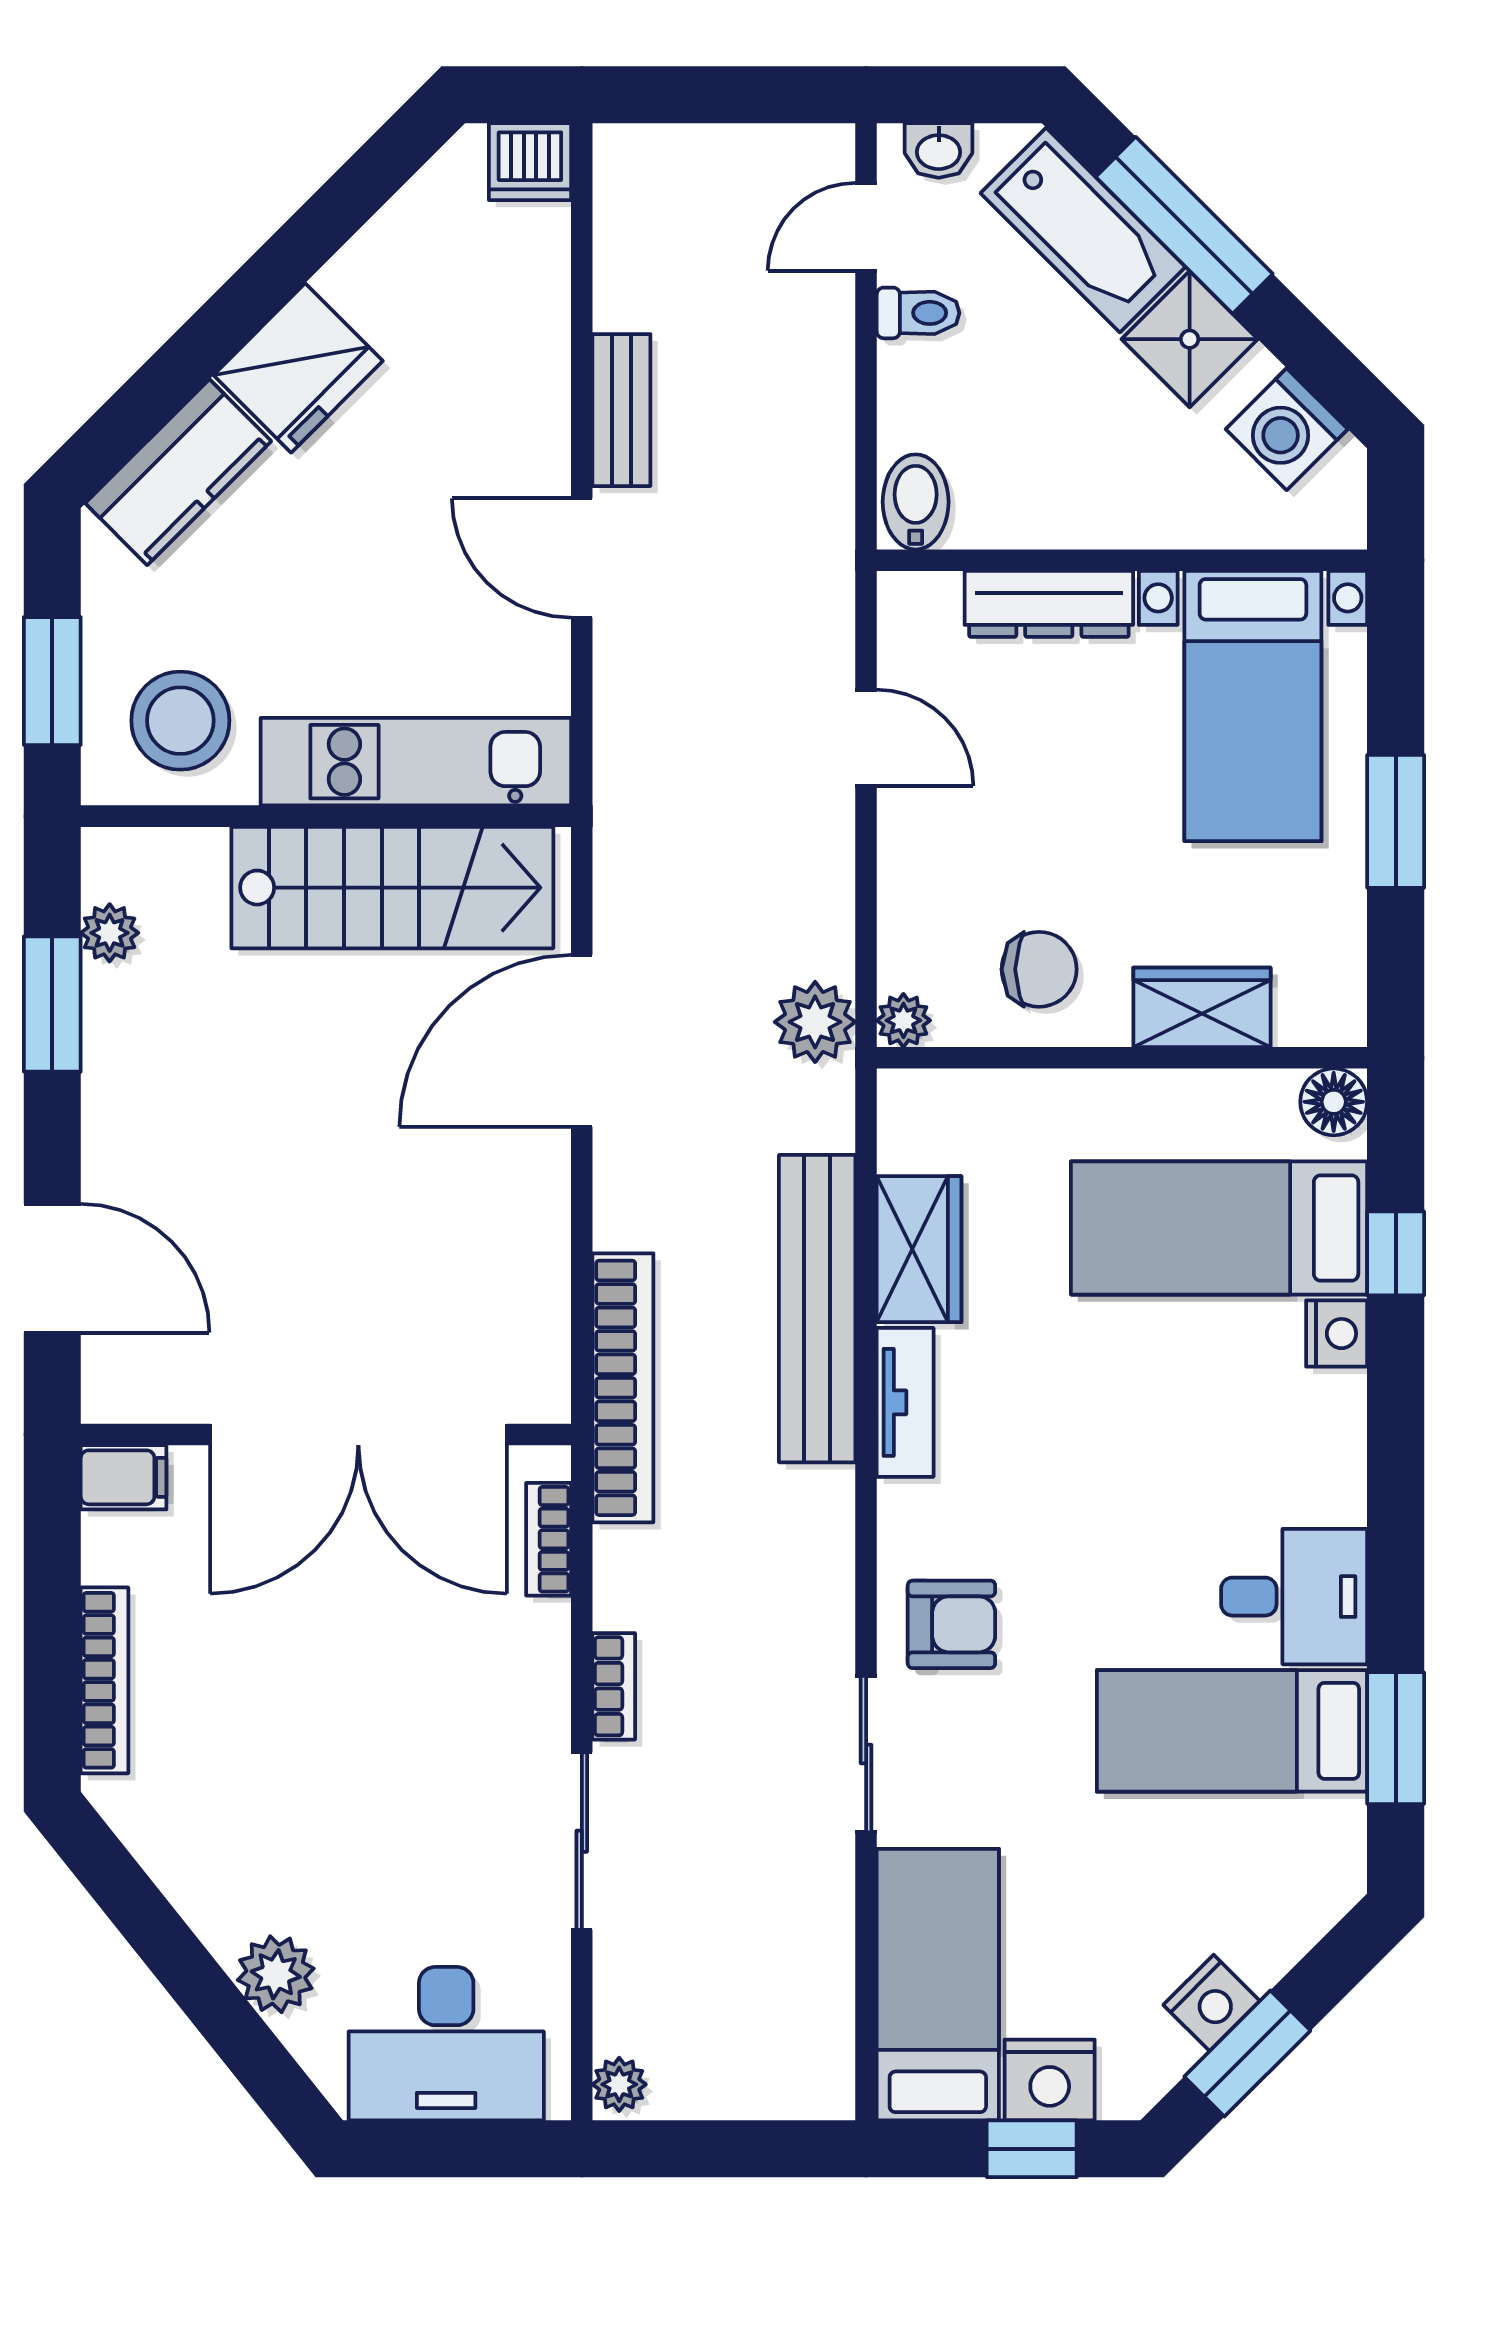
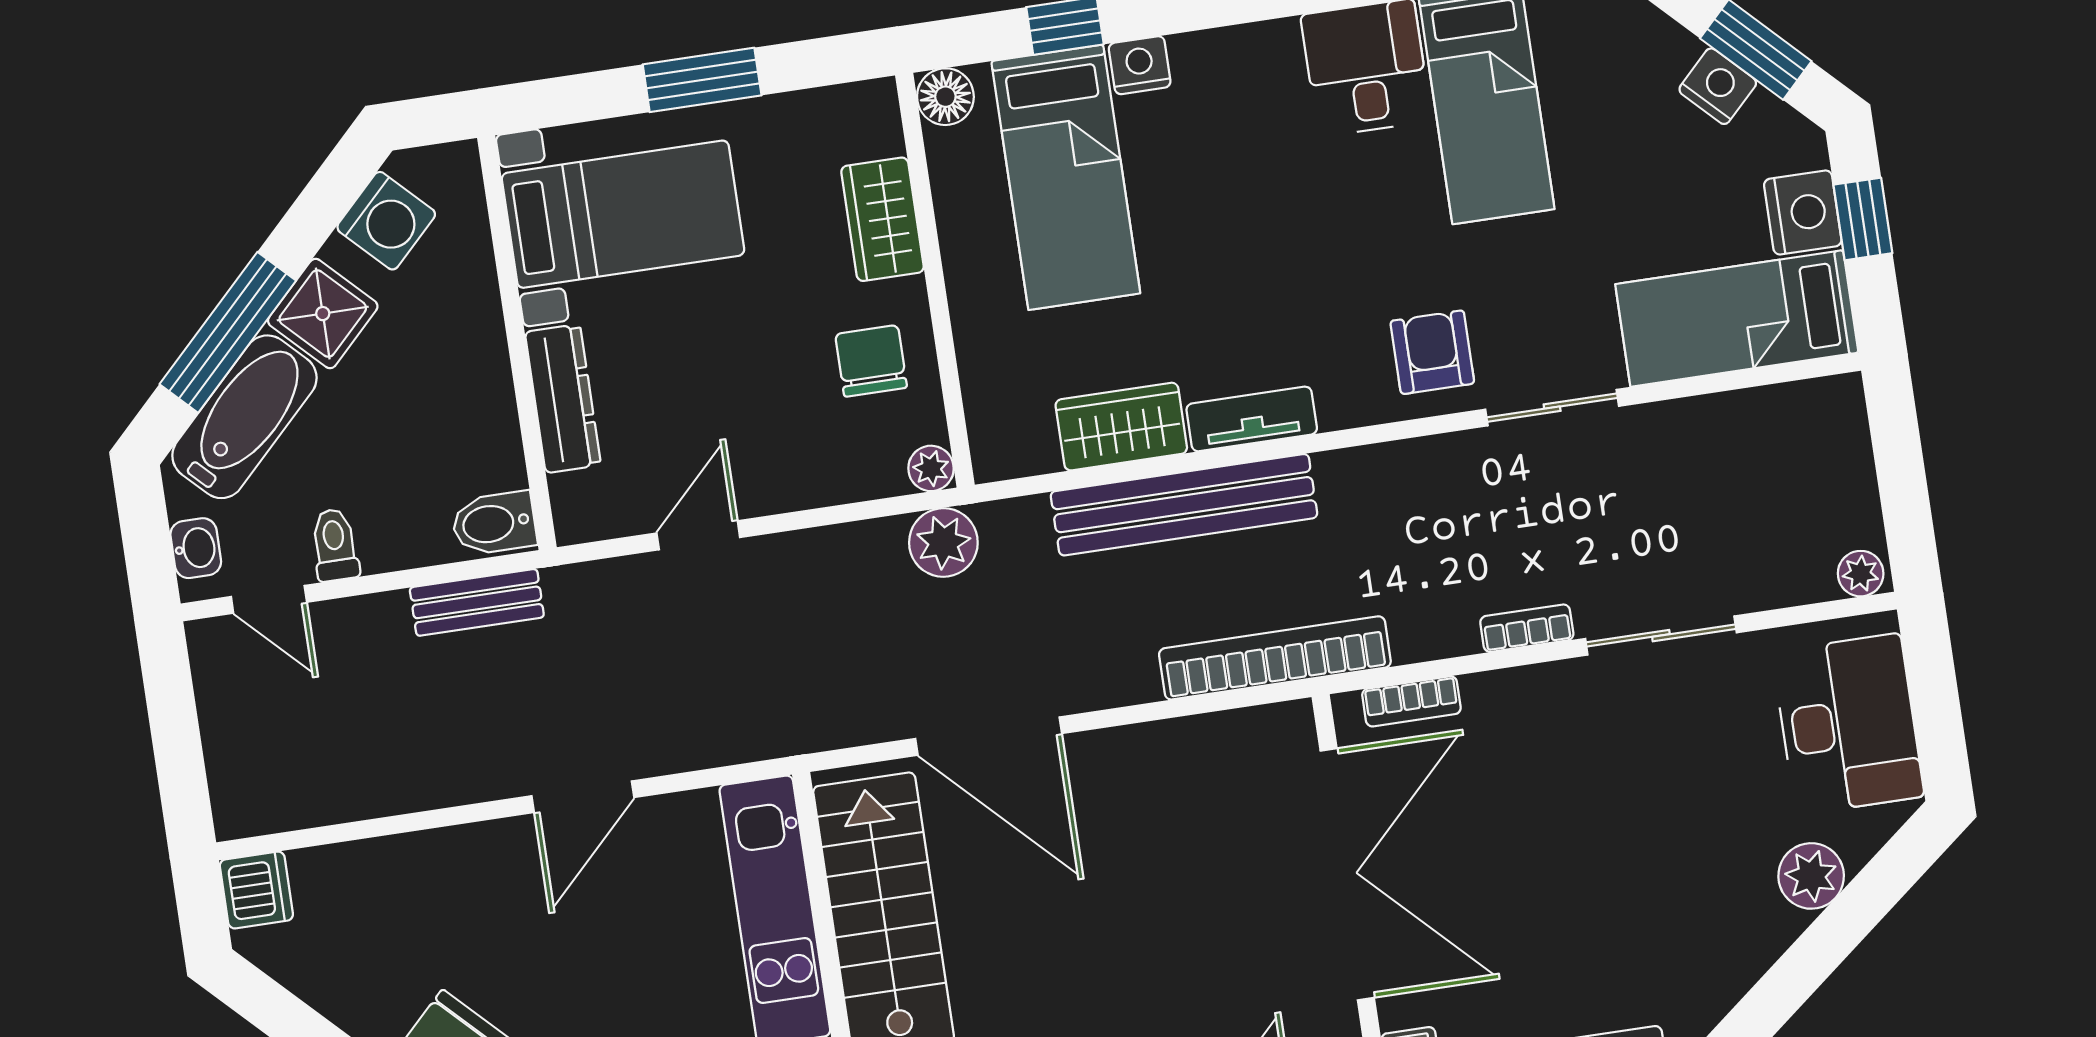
bench: (621, 410) -> (477, 602), moved

